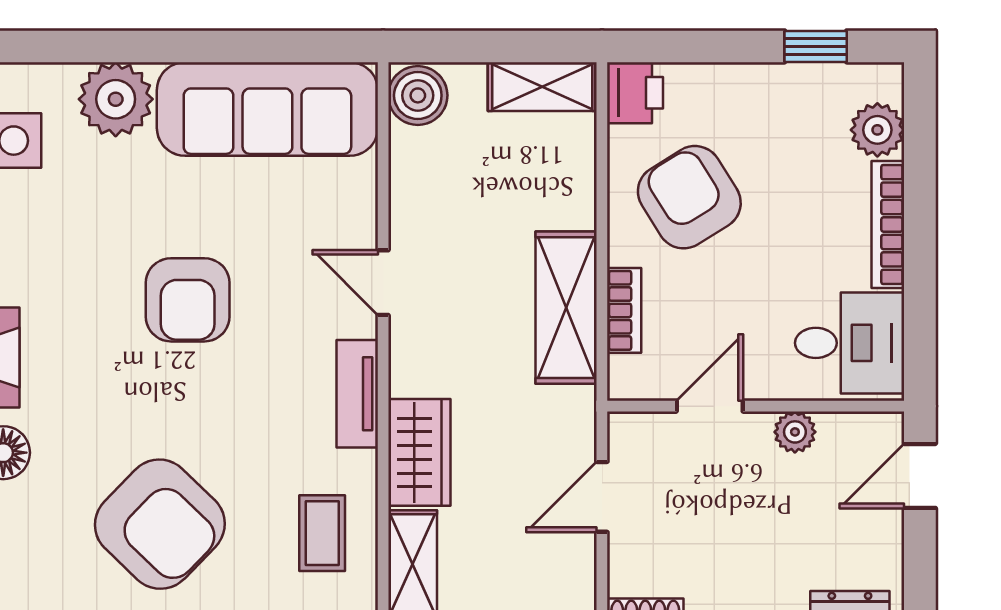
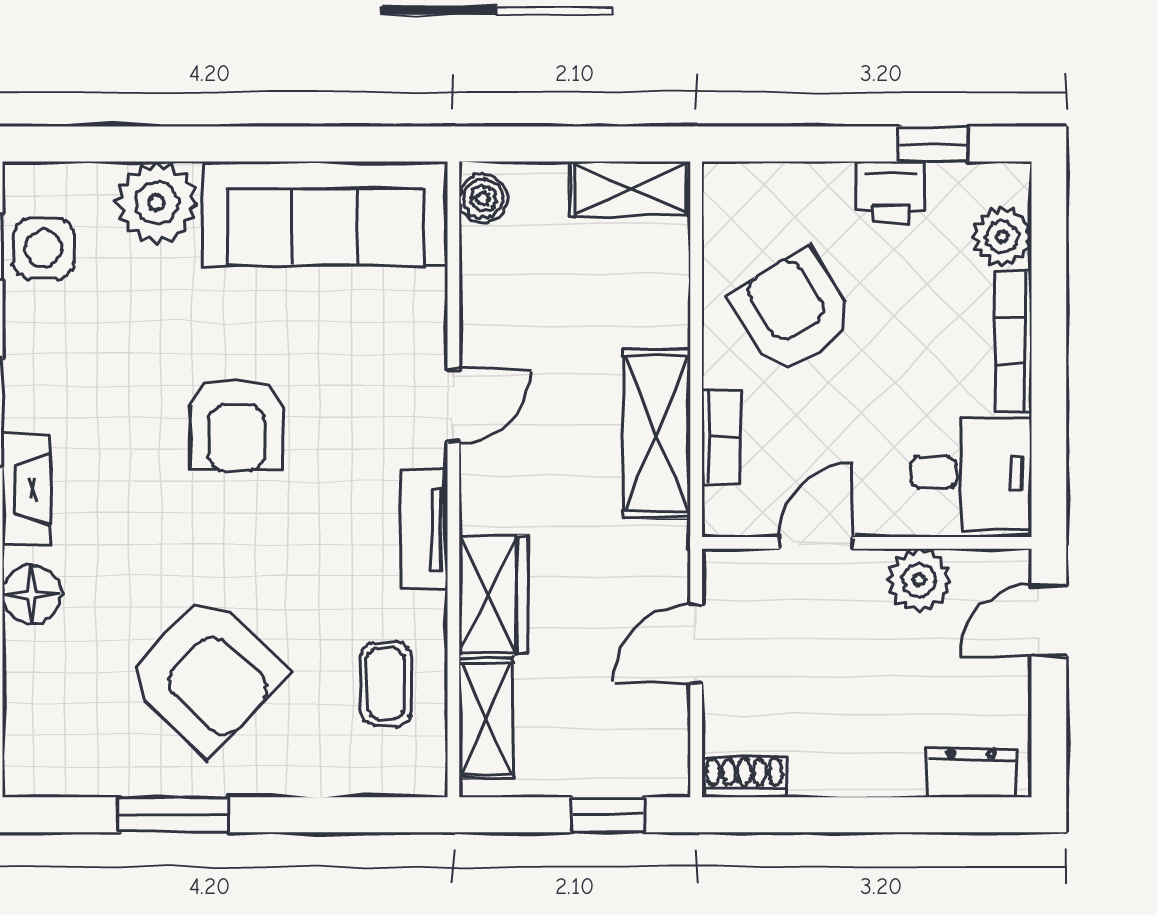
printer: (635, 93) -> (891, 192), moved, turned 90
boiler: (418, 95) -> (483, 198), width x0.73, depth x0.73
door: (383, 283) -> (453, 406), swing flipped
plant: (795, 432) -> (919, 580), width x1.38, depth x1.38

